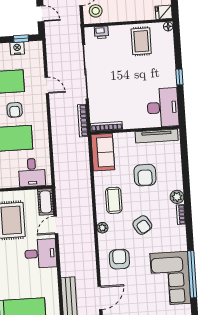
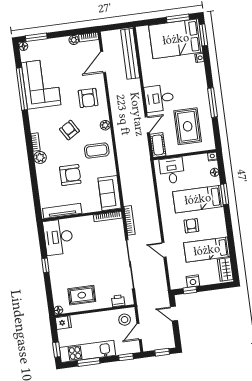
rug: (141, 41) -> (82, 295), turned 90
armchair: (145, 175) -> (70, 175), turned 90
coffee table: (114, 200) -> (97, 151), turned 90

